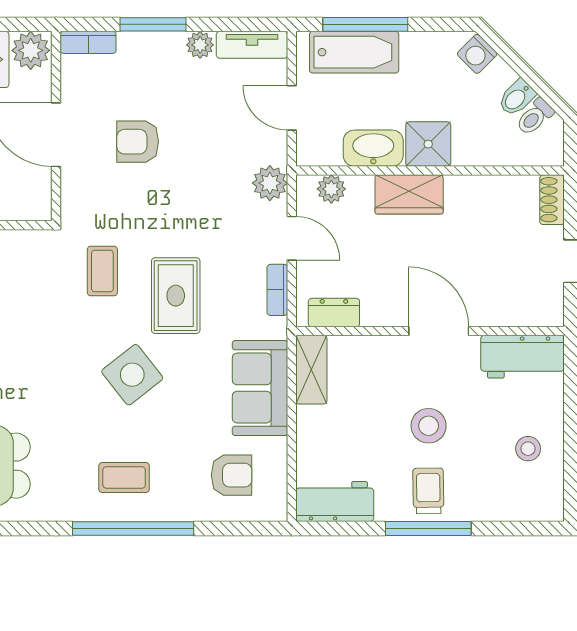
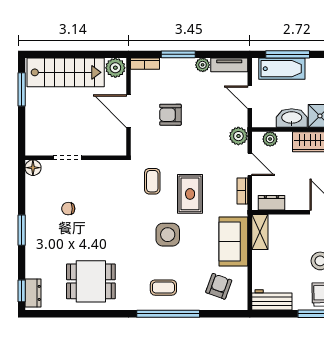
side table: (132, 375) -> (168, 235), turned 38
armchair: (232, 475) -> (219, 286), turned -70

